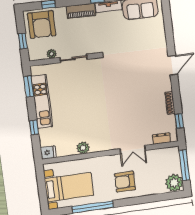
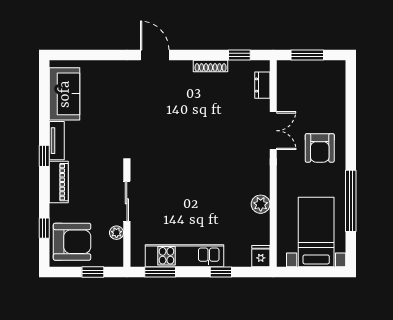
window: (184, 165) -> (307, 55), width x0.69
plant: (174, 183) -> (332, 74), removed

